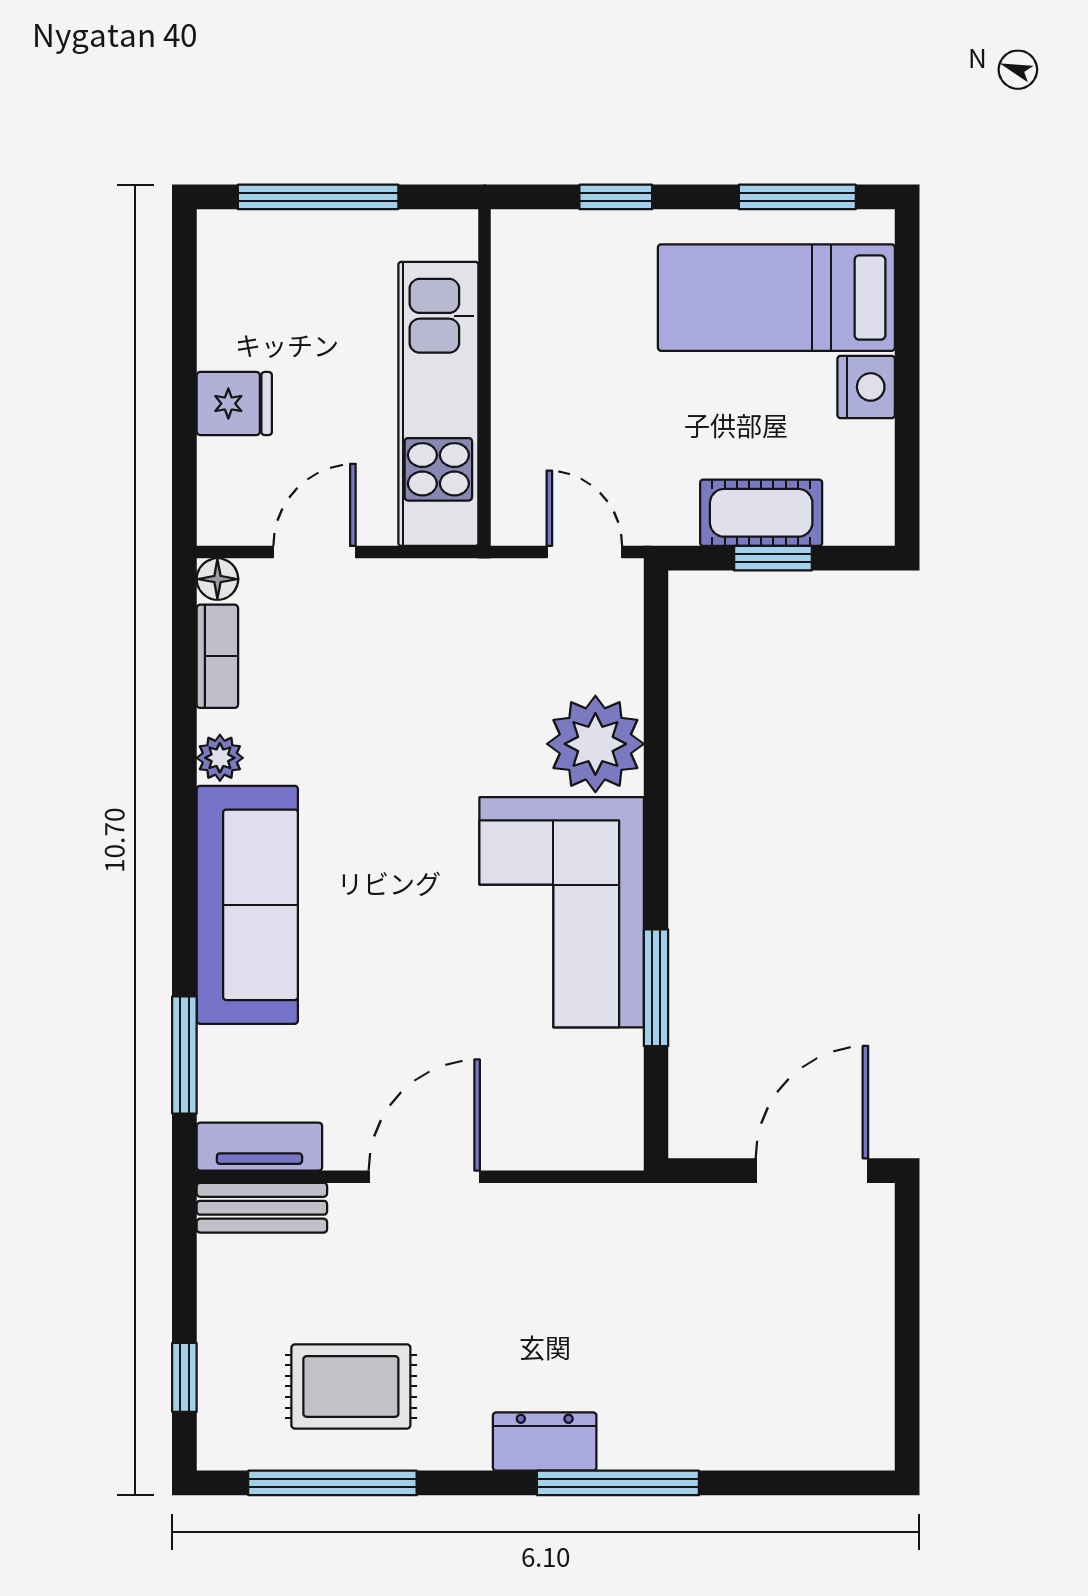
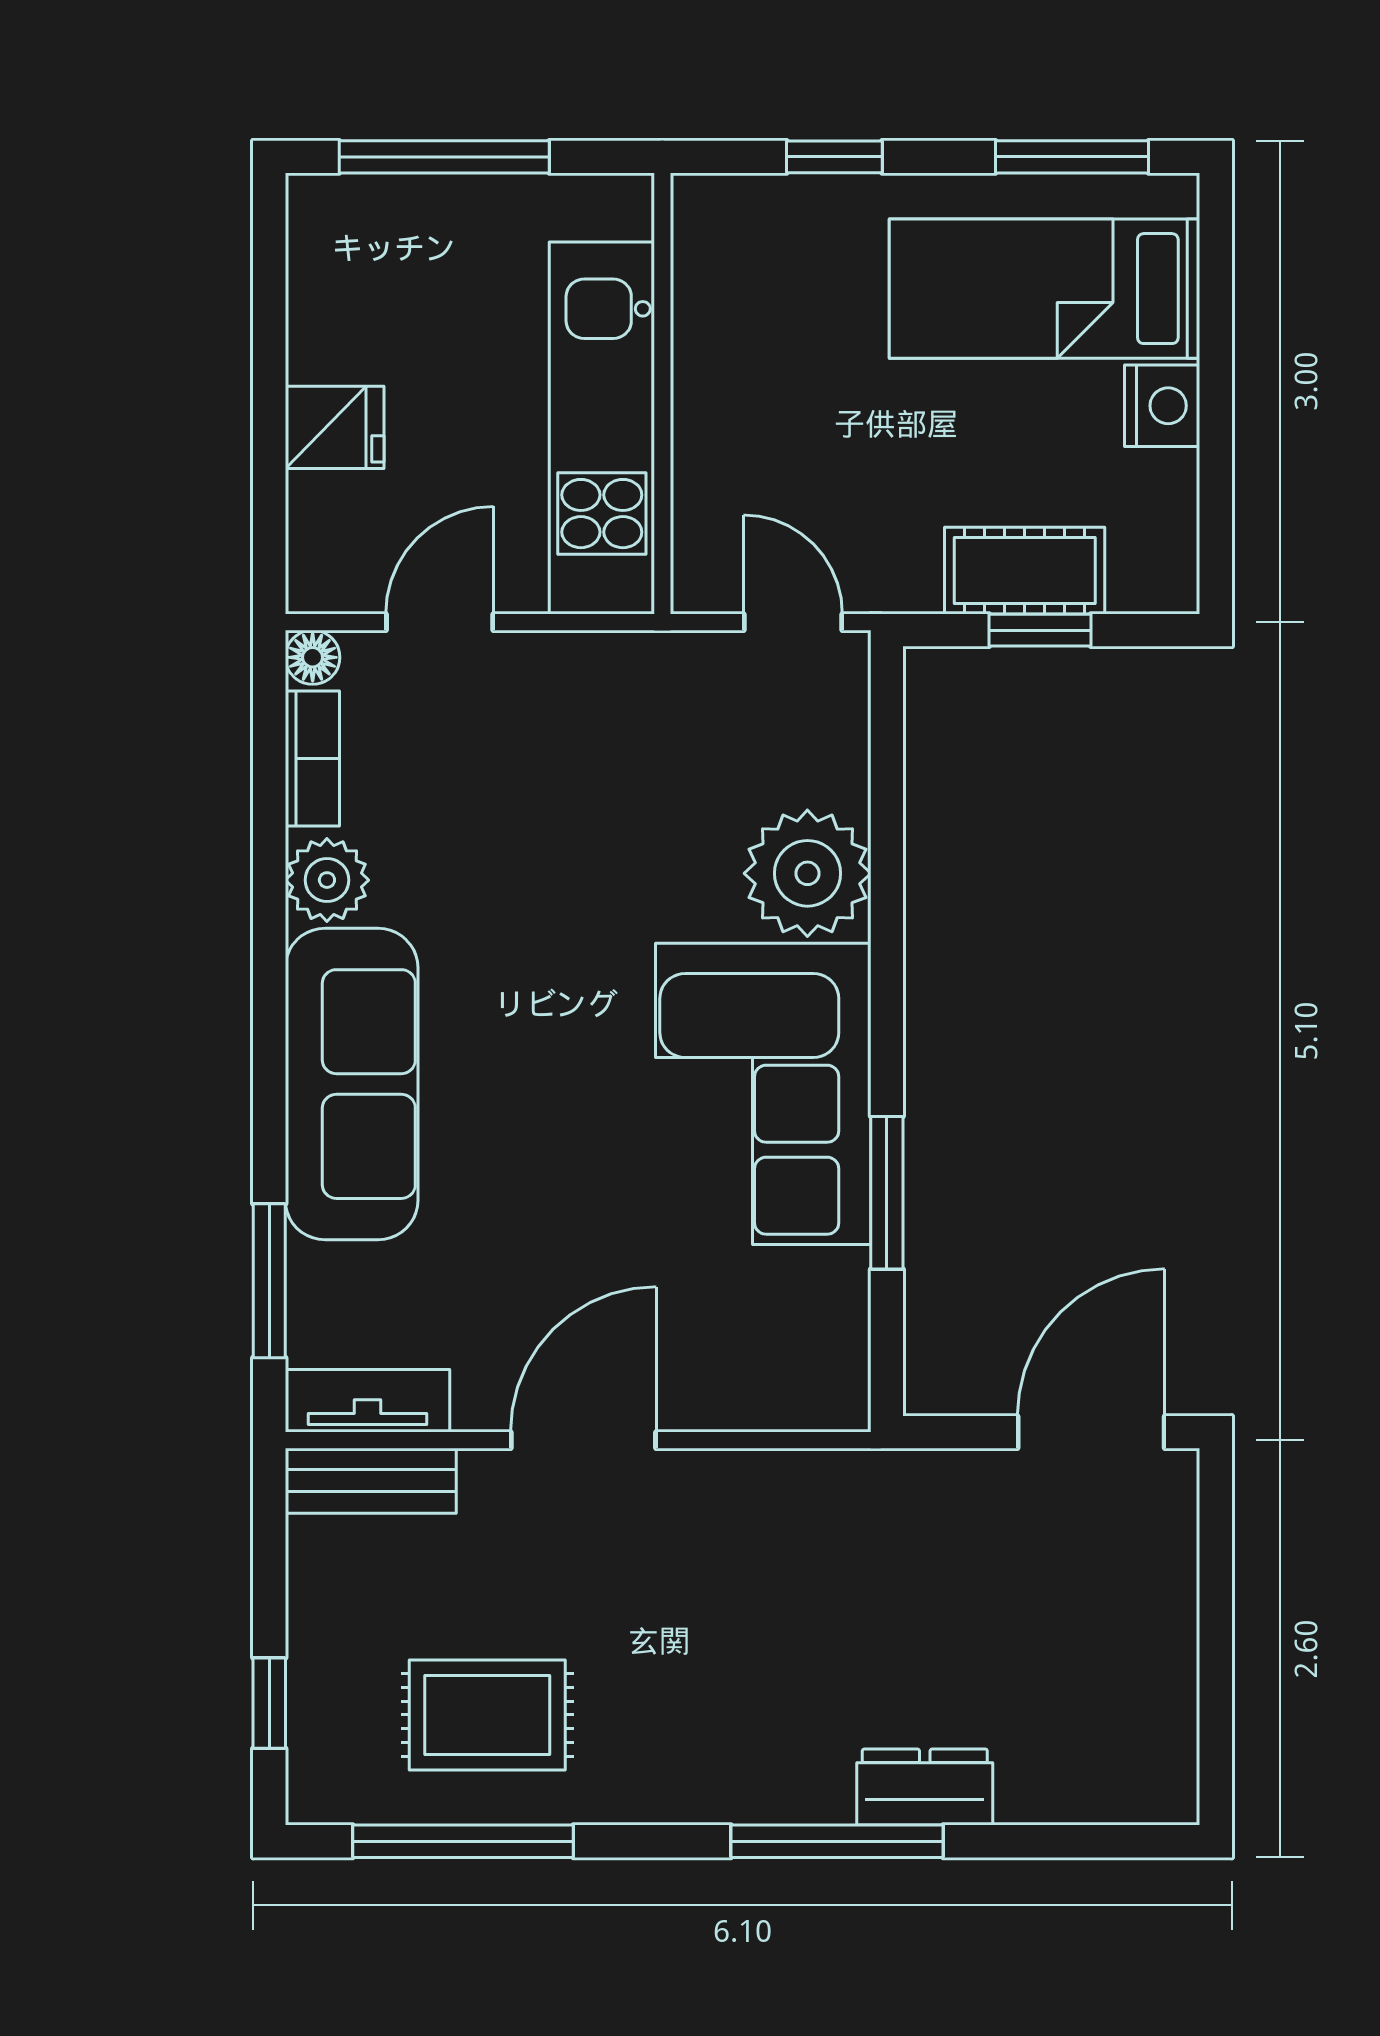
plant: (220, 758) -> (327, 880), width x1.38, depth x1.38
dresser: (545, 1442) -> (925, 1787), moved

